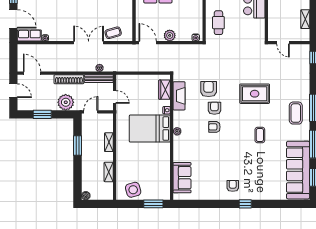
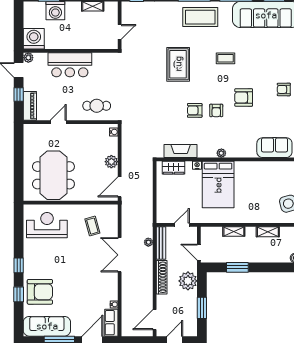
coffee table: (113, 33) -> (92, 226), moved
armchair: (209, 89) -> (244, 97), moved
coffee table: (296, 113) -> (200, 17), width x1.36, depth x1.32

